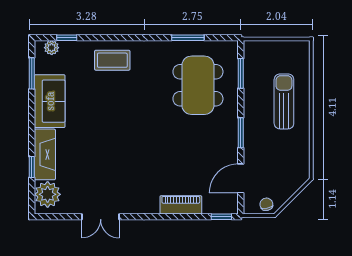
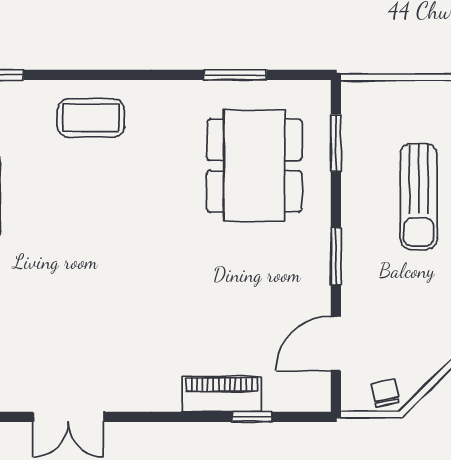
sun lounger: (284, 101) -> (419, 197), turned 180
window: (221, 217) -> (252, 417), moved

